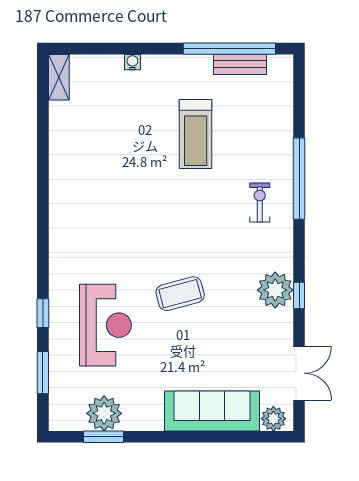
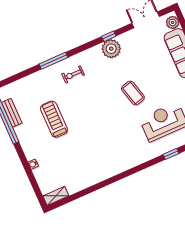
treadmill: (196, 134) -> (54, 119), turned -90
window: (299, 179) -> (53, 61), width x0.68

